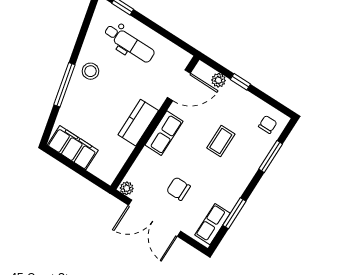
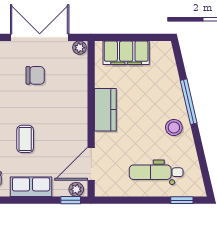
plant: (218, 80) -> (76, 189), moved
window: (240, 82) -> (71, 200), moved
row of seats: (164, 133) -> (31, 187), moved, turned 90
filing cabinet: (73, 148) -> (126, 53), moved

